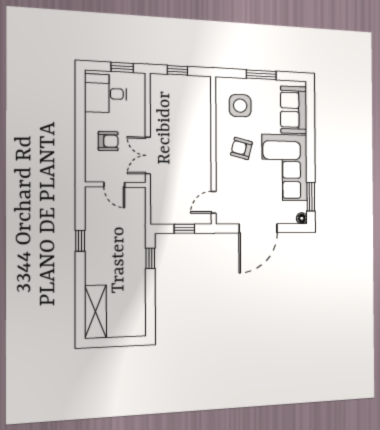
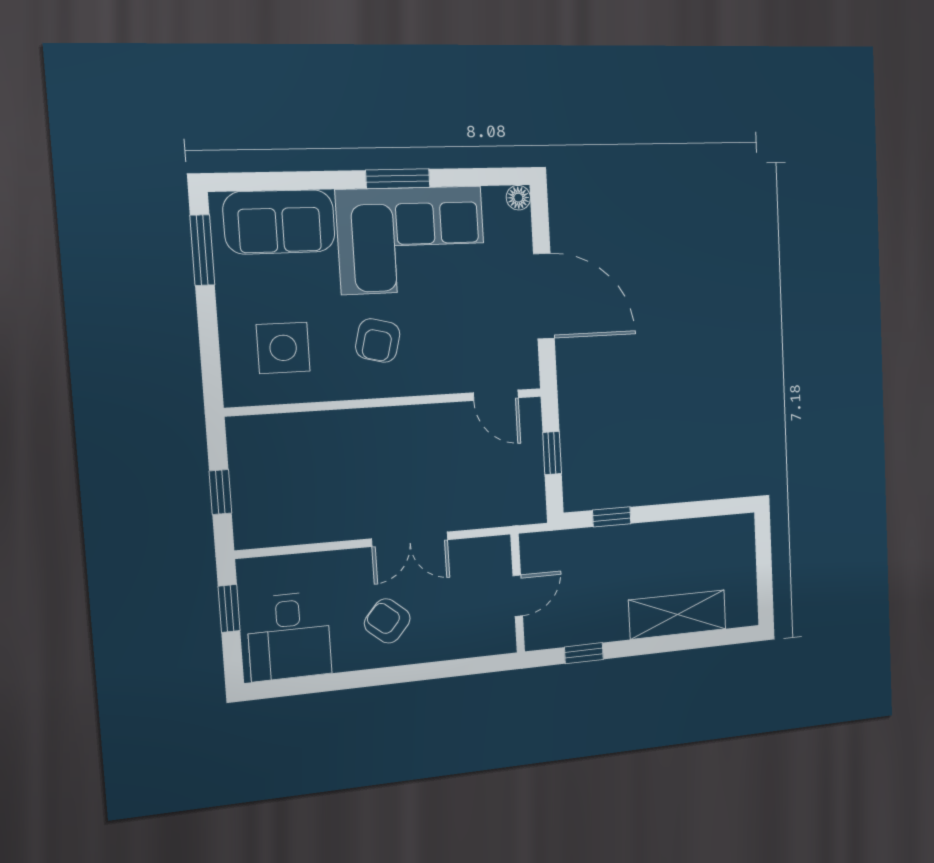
window: (261, 75) -> (202, 250), moved
armchair: (108, 141) -> (387, 621), turned -50
door: (114, 185) -> (518, 596), moved
wall: (116, 185) -> (518, 593), moved
window: (311, 197) -> (398, 179), moved
shelving: (96, 312) -> (677, 614), moved

